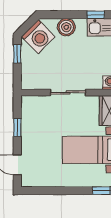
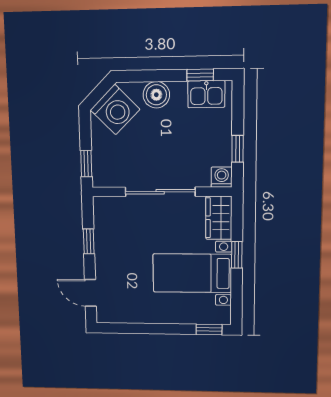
window: (17, 54) -> (86, 164), moved
sliding door: (68, 93) -> (160, 192), width x1.37

